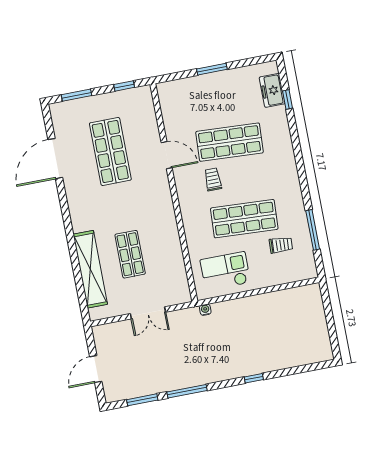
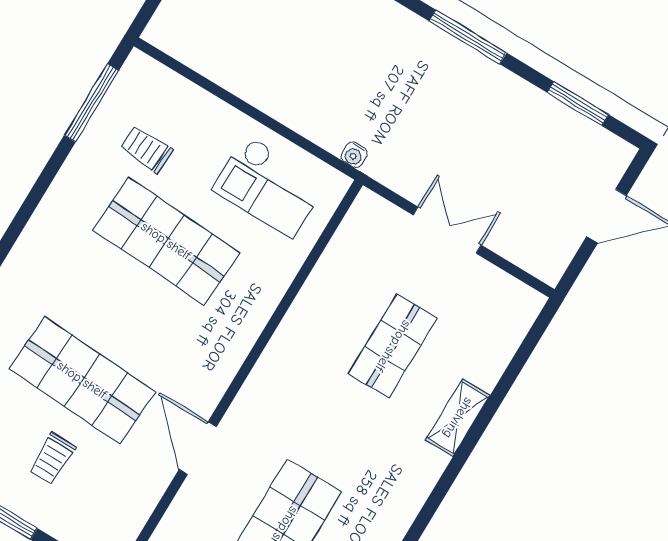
trolley: (213, 179) -> (52, 458), moved
window: (313, 230) -> (92, 103), moved
shelving: (90, 269) -> (458, 418), width x0.45, depth x0.75
window: (187, 391) -> (468, 37), moved

